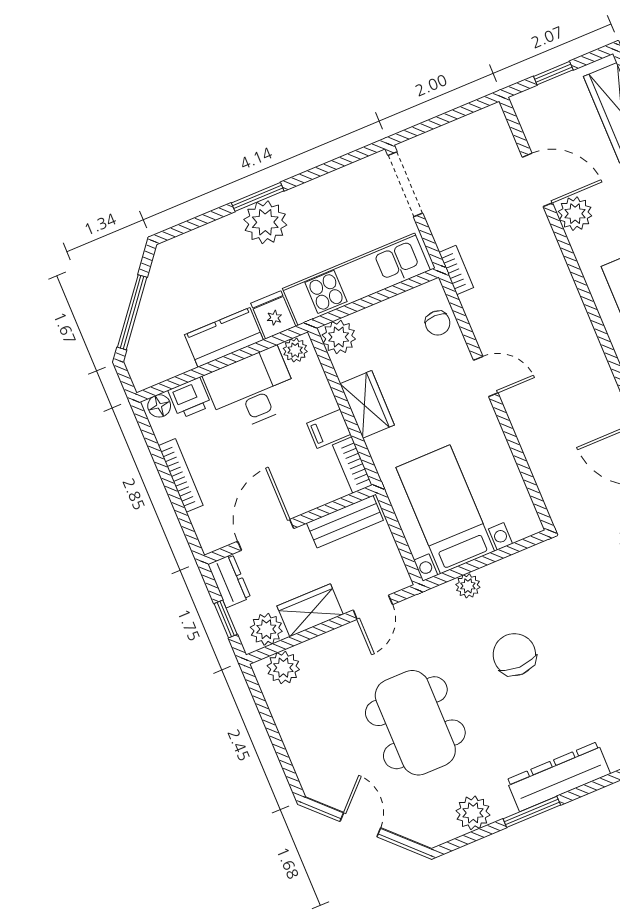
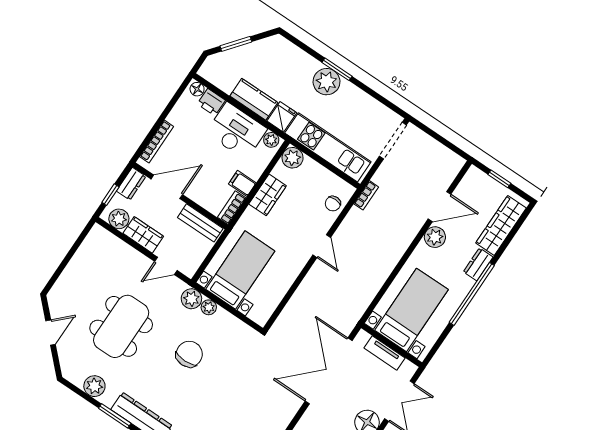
door: (537, 180) -> (439, 207), hinge flipped
window: (132, 312) -> (236, 44), width x0.69
bookcase: (181, 475) -> (157, 141), moved
plant: (283, 668) -> (191, 299), moved

